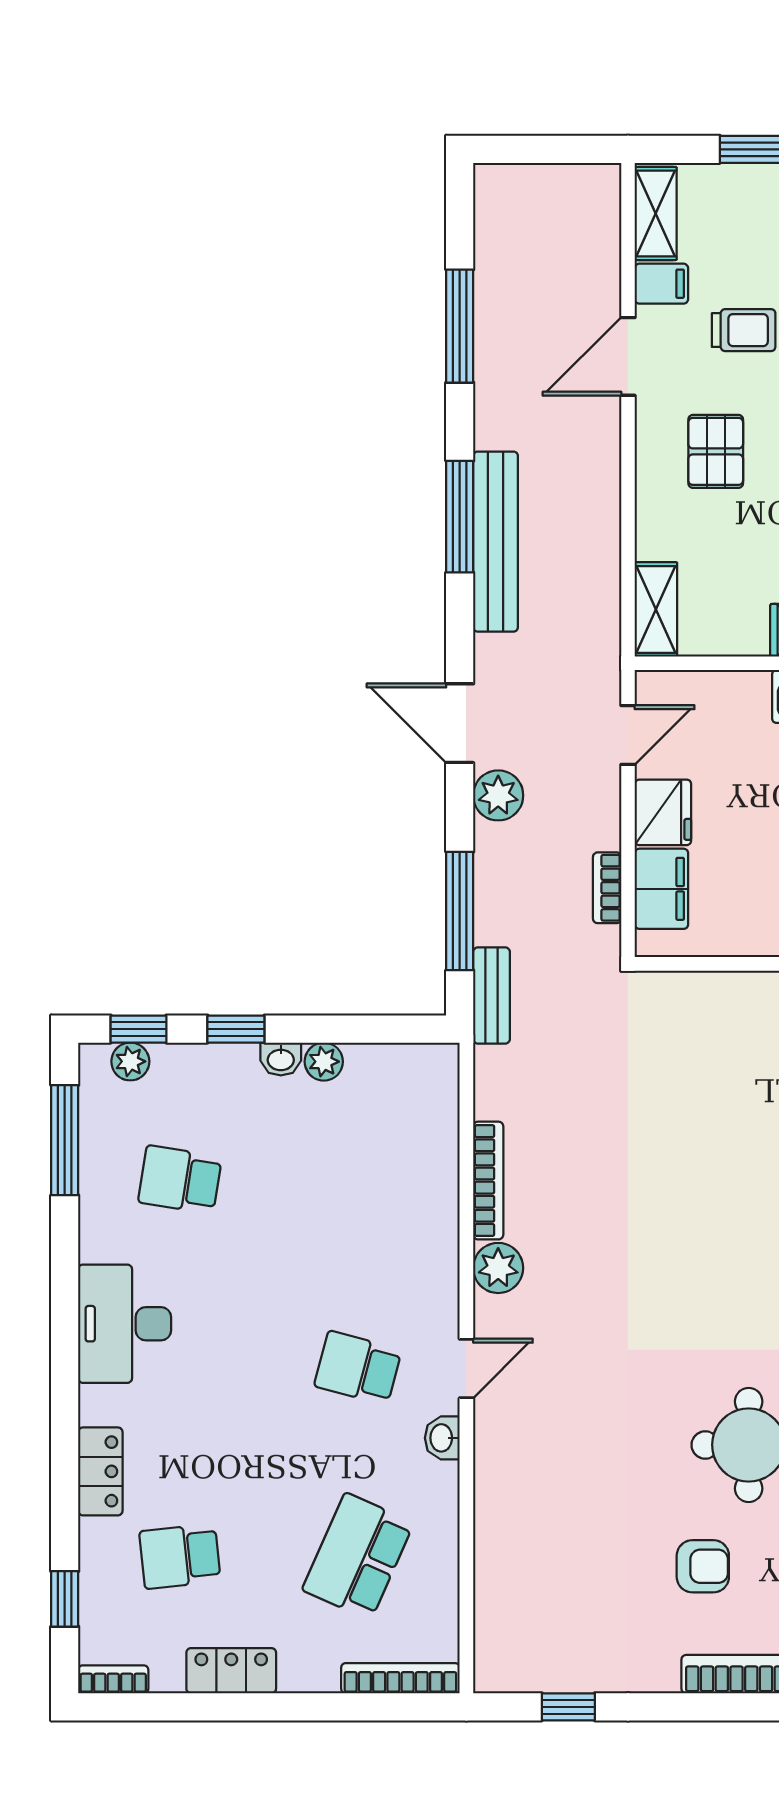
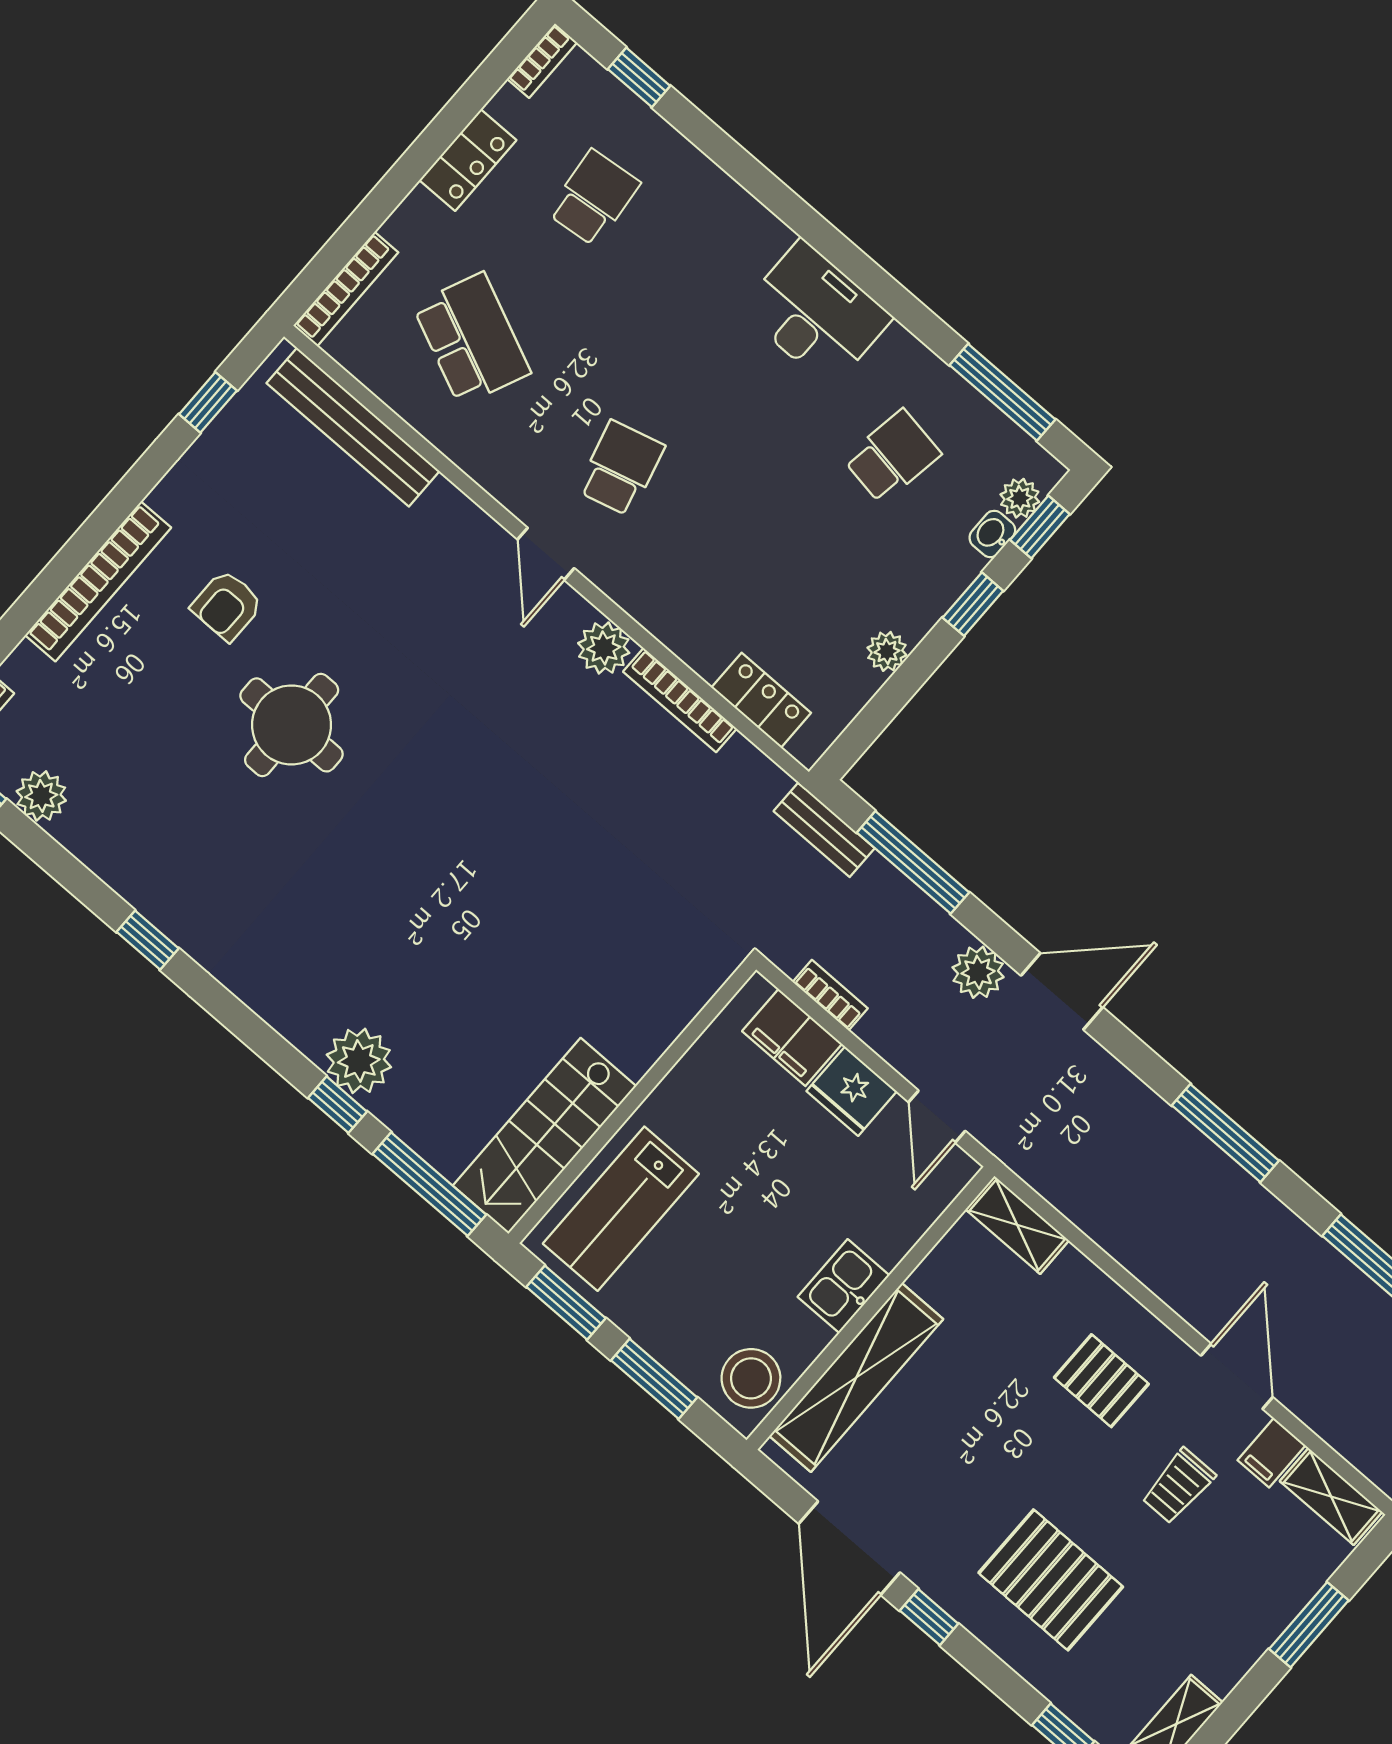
bench: (496, 542) -> (353, 427), moved
washbasin: (281, 1059) -> (992, 534), moved
school desk: (358, 1368) -> (621, 468), turned -30
washbasin: (442, 1438) -> (507, 487), removed
locker: (100, 1471) -> (761, 700), moved, turned 180

